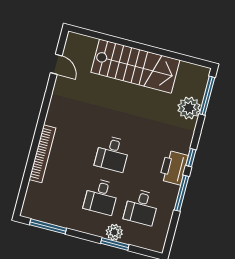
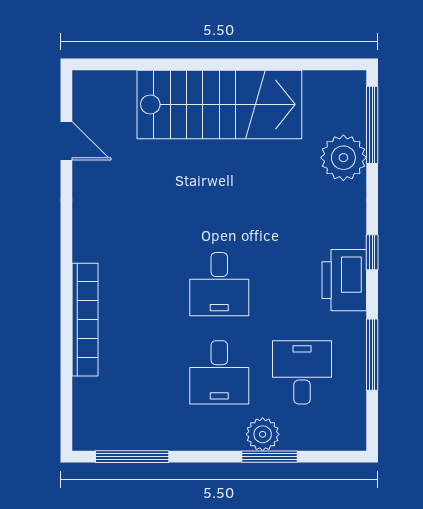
window: (181, 193) -> (372, 355), moved
desk: (141, 207) -> (302, 372), turned 180

